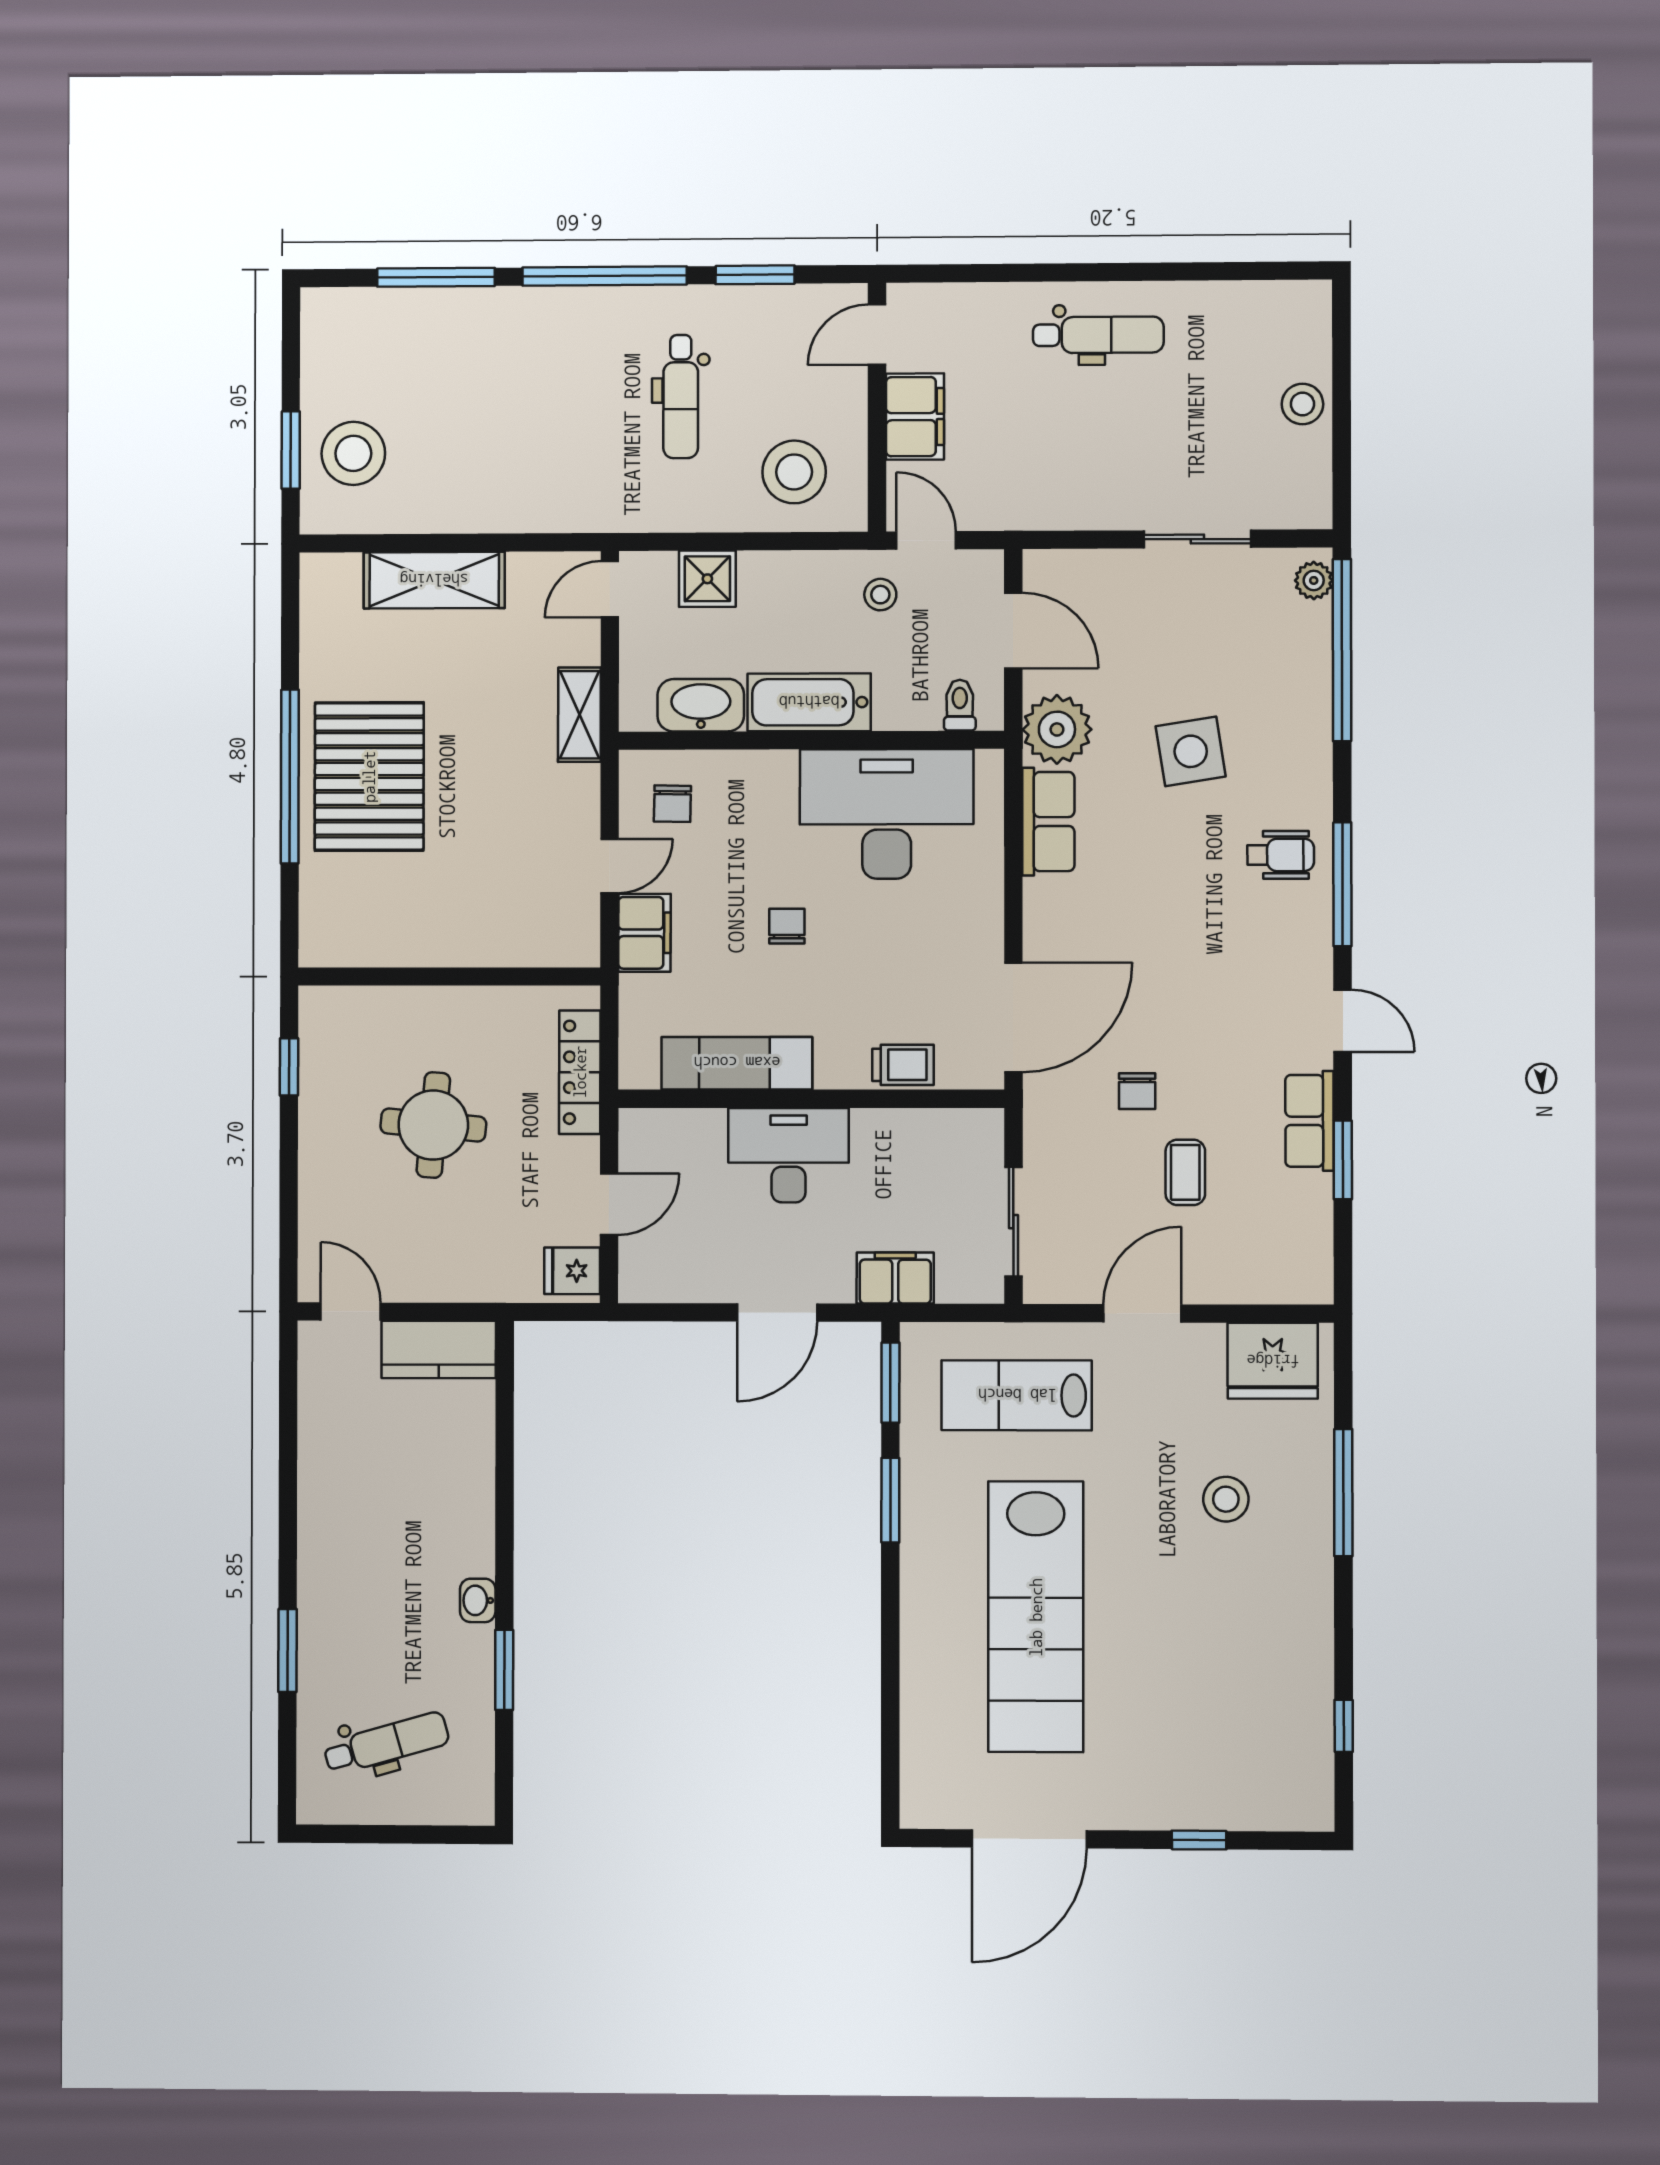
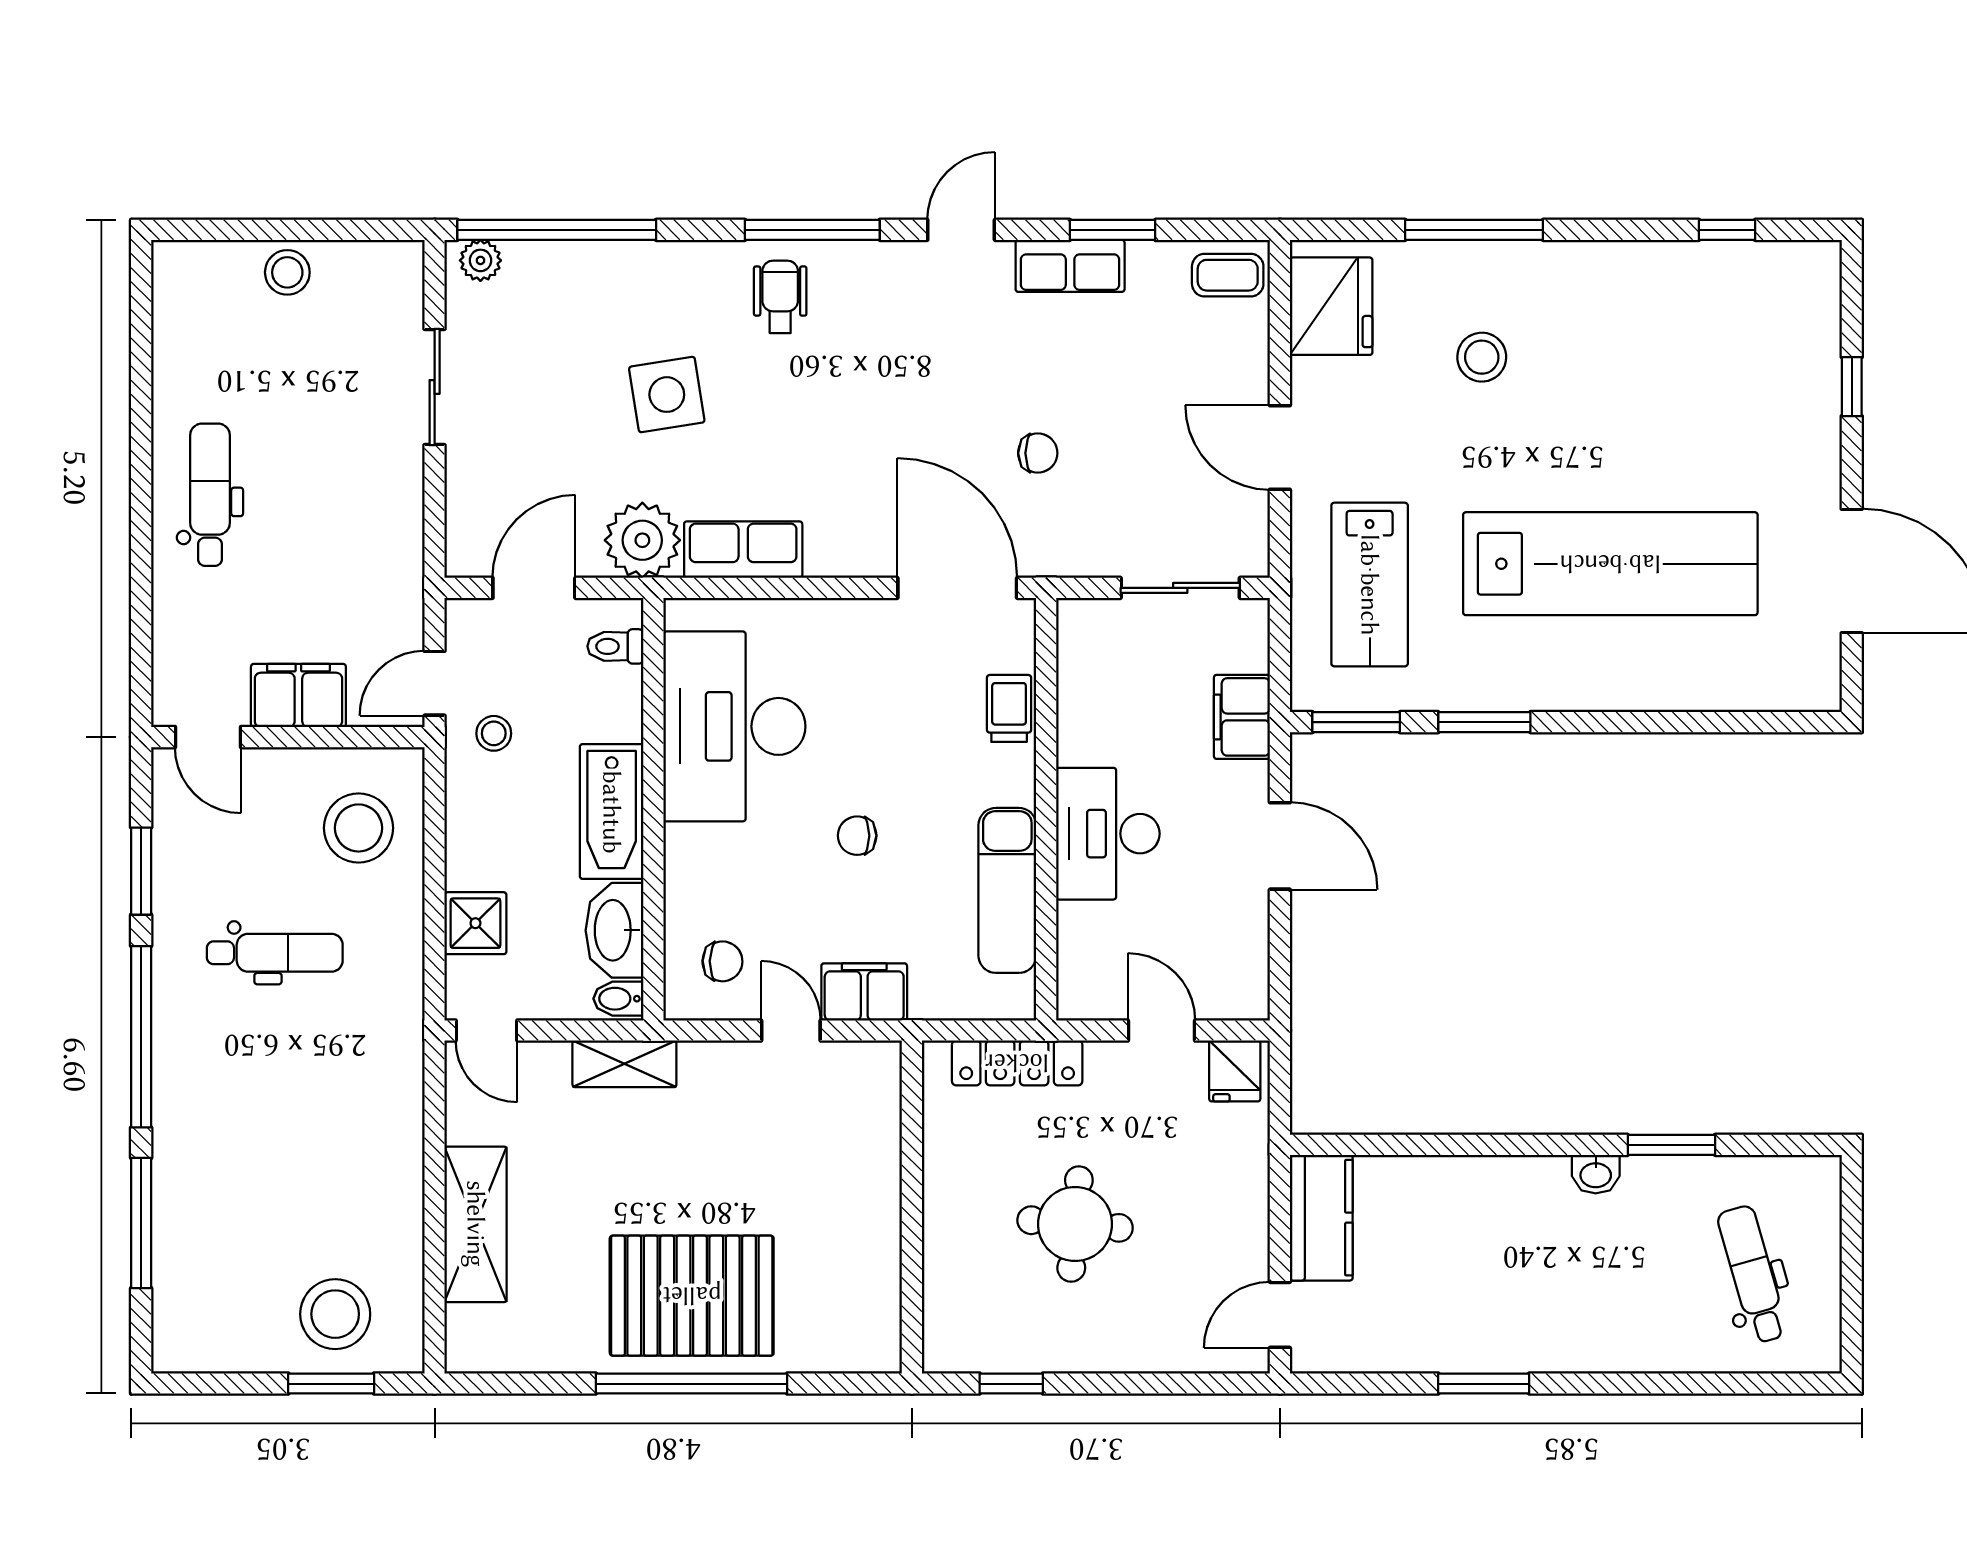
bidet: (639, 709) -> (618, 999), added
coffee table: (1185, 1172) -> (1228, 275), moved
window: (287, 1651) -> (1484, 1384), moved

